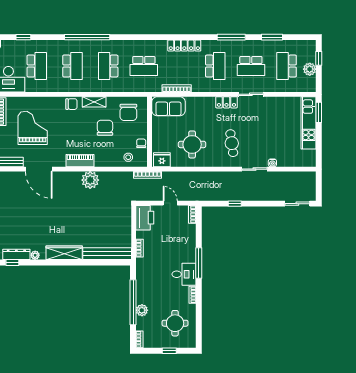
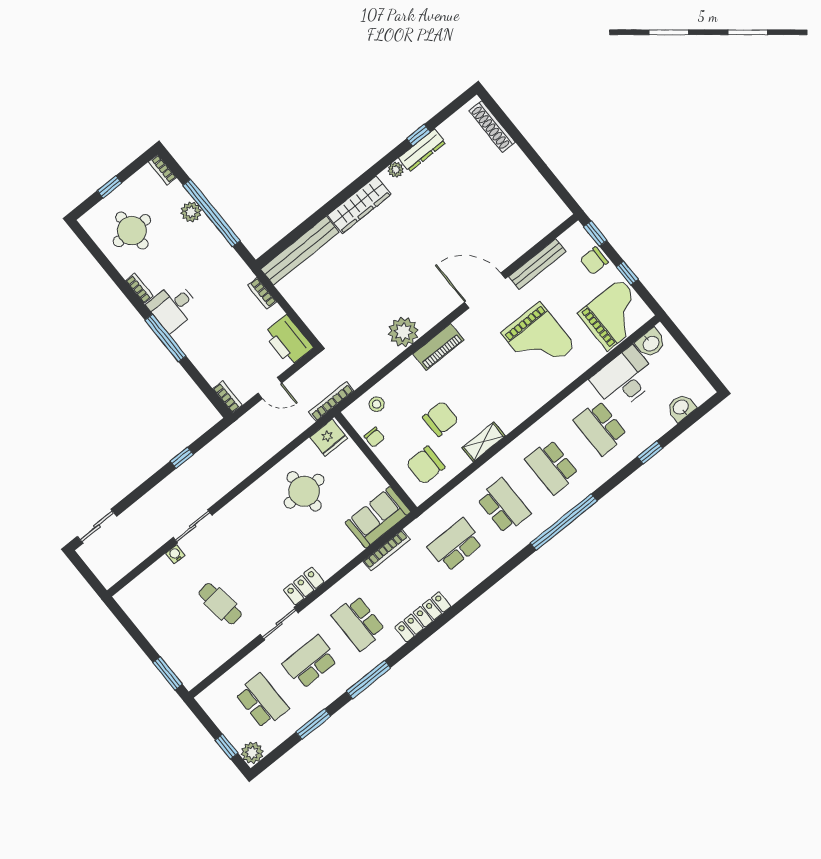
plant: (310, 69) -> (252, 753), moved
chair: (71, 104) -> (512, 414), removed
chair: (128, 112) -> (426, 465), turned -90
kitchen unit: (309, 123) -> (170, 648), removed
chair: (105, 128) -> (441, 419), turned -90
cafe table: (232, 143) -> (220, 604), moved

